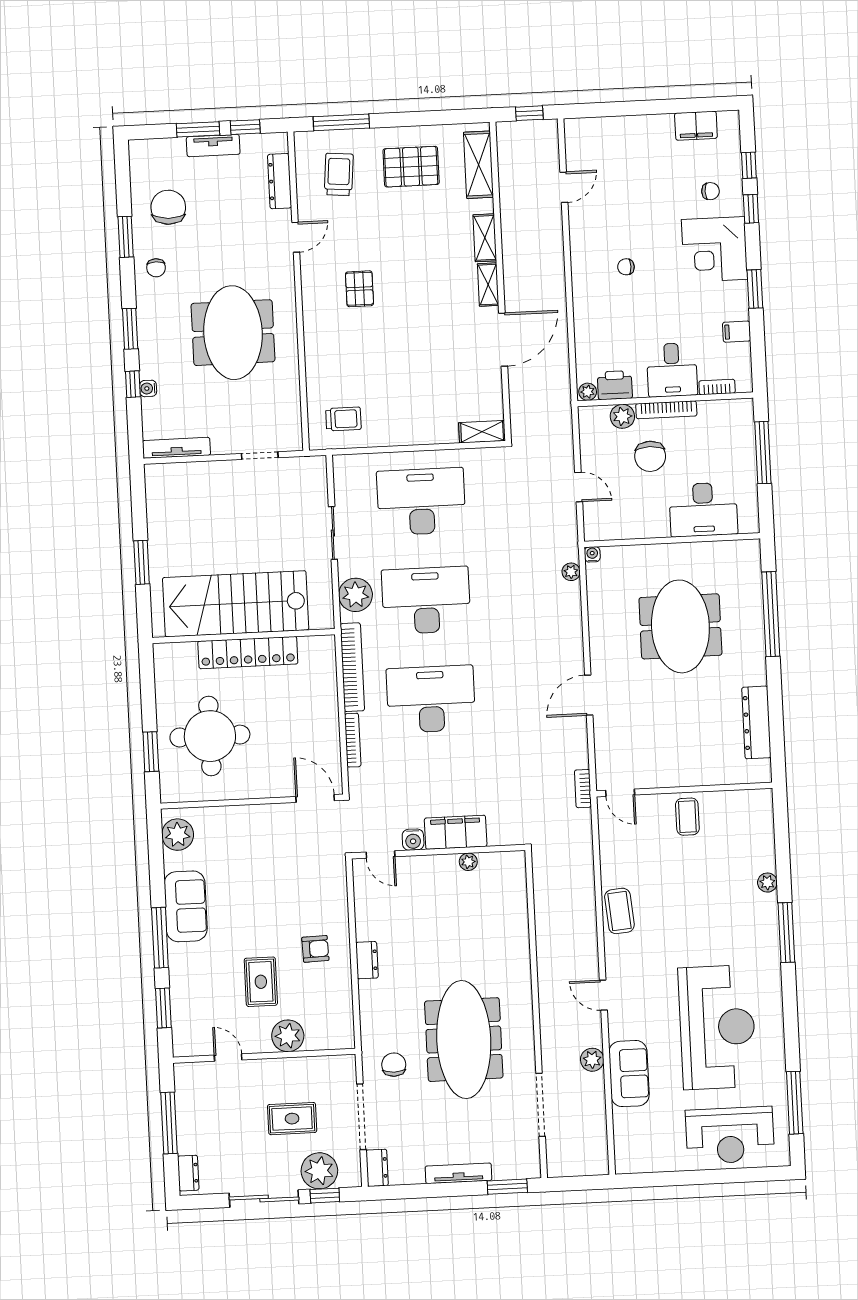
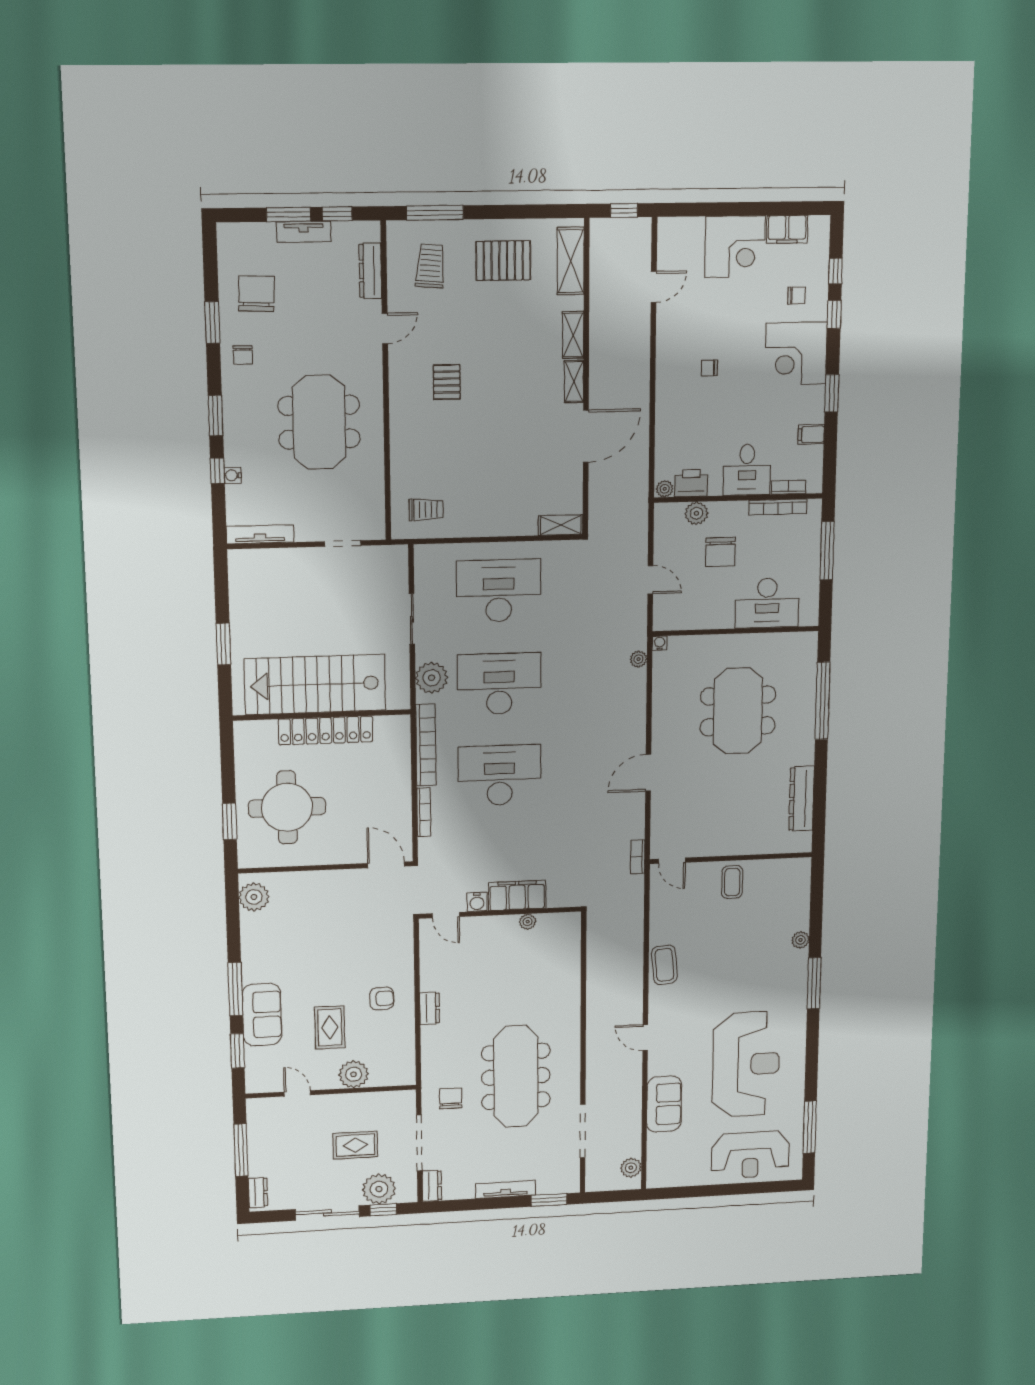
corner desk: (644, 145) -> (735, 247), added
bookcase: (666, 410) -> (778, 507), moved
sofa: (186, 906) -> (262, 1015), moved
plant: (592, 1060) -> (631, 1168), moved

